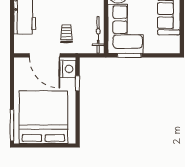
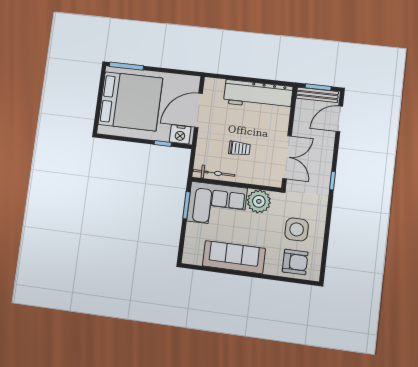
trolley: (67, 34) -> (239, 148), moved

